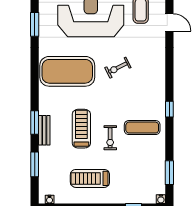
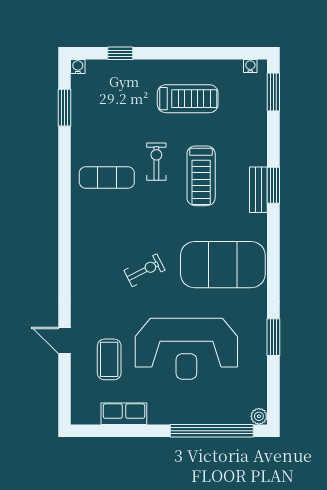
window: (169, 109) -> (65, 206), removed
bench: (44, 130) -> (258, 190), moved
window: (35, 164) -> (273, 92), moved

